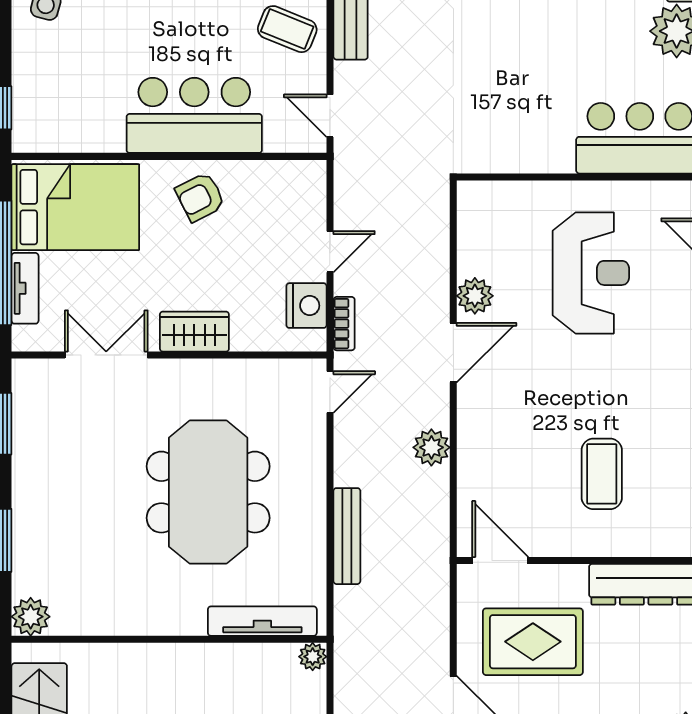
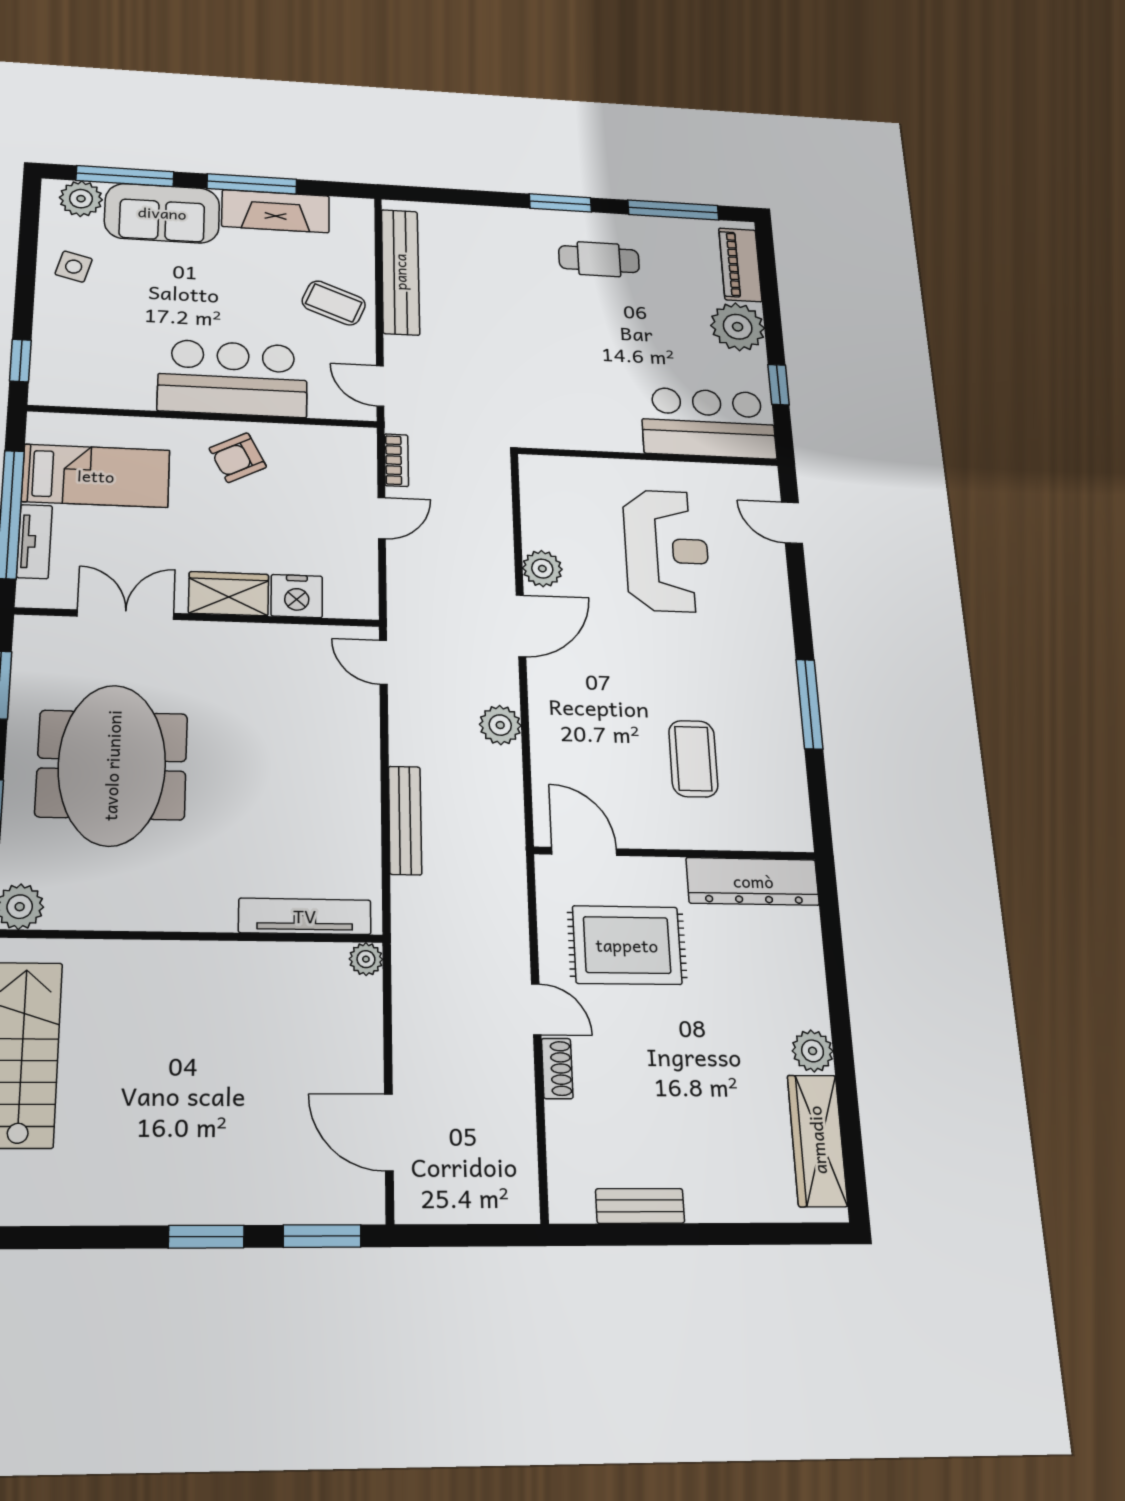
bed: (75, 207) -> (96, 476), width x0.67
nightstand: (306, 306) -> (297, 596), moved, turned 90
bookcase: (344, 324) -> (396, 460), moved
door: (330, 392) -> (383, 662), swing flipped
meeting table: (208, 492) -> (112, 765), moved

